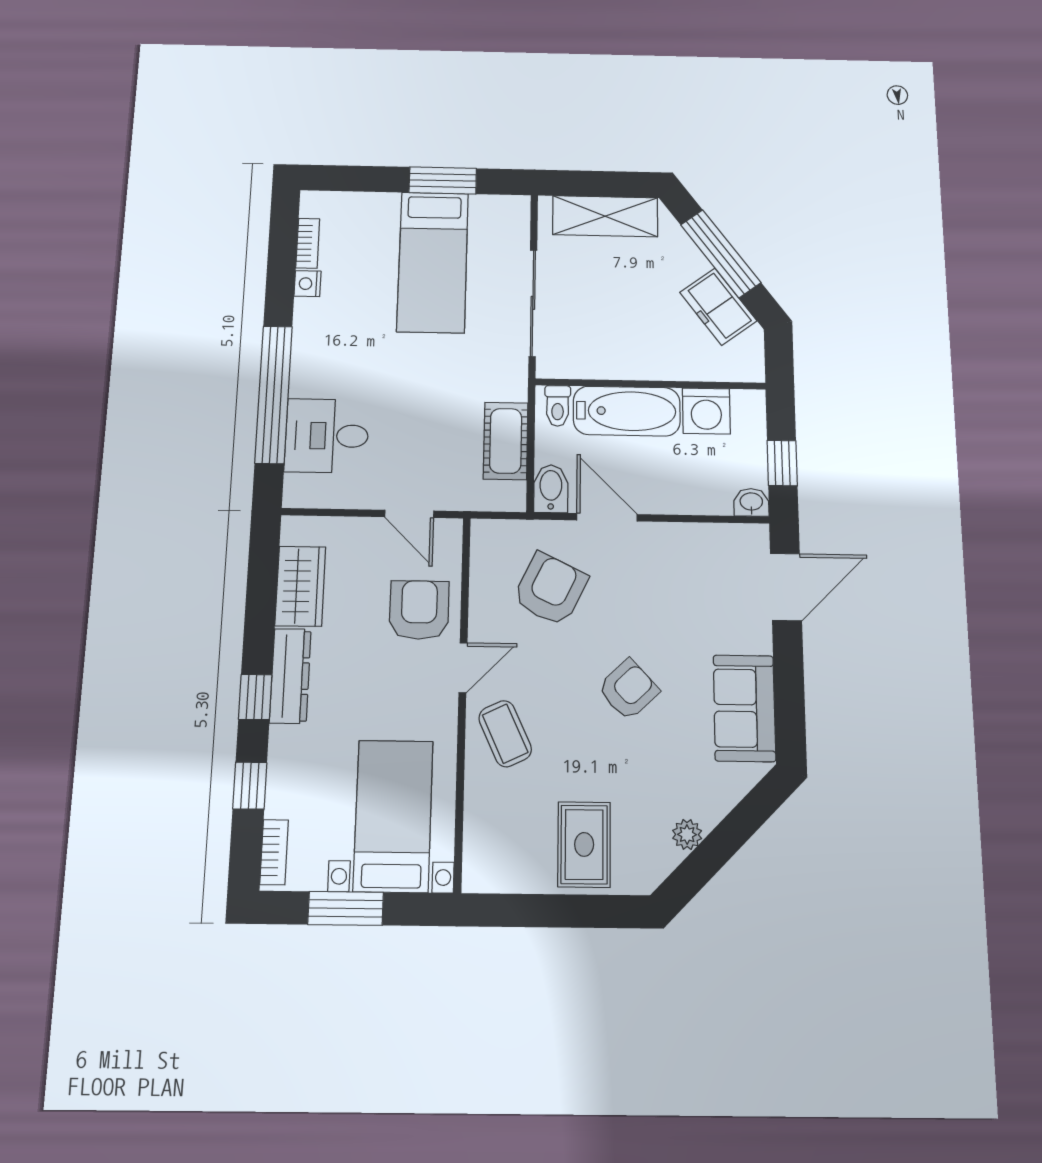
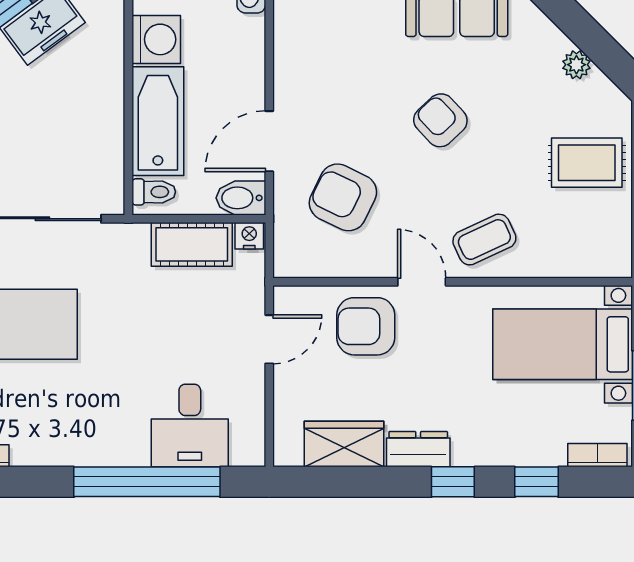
nightstand: (308, 284) -> (249, 236), moved, turned 180
dresser: (290, 676) -> (418, 449), width x0.70

